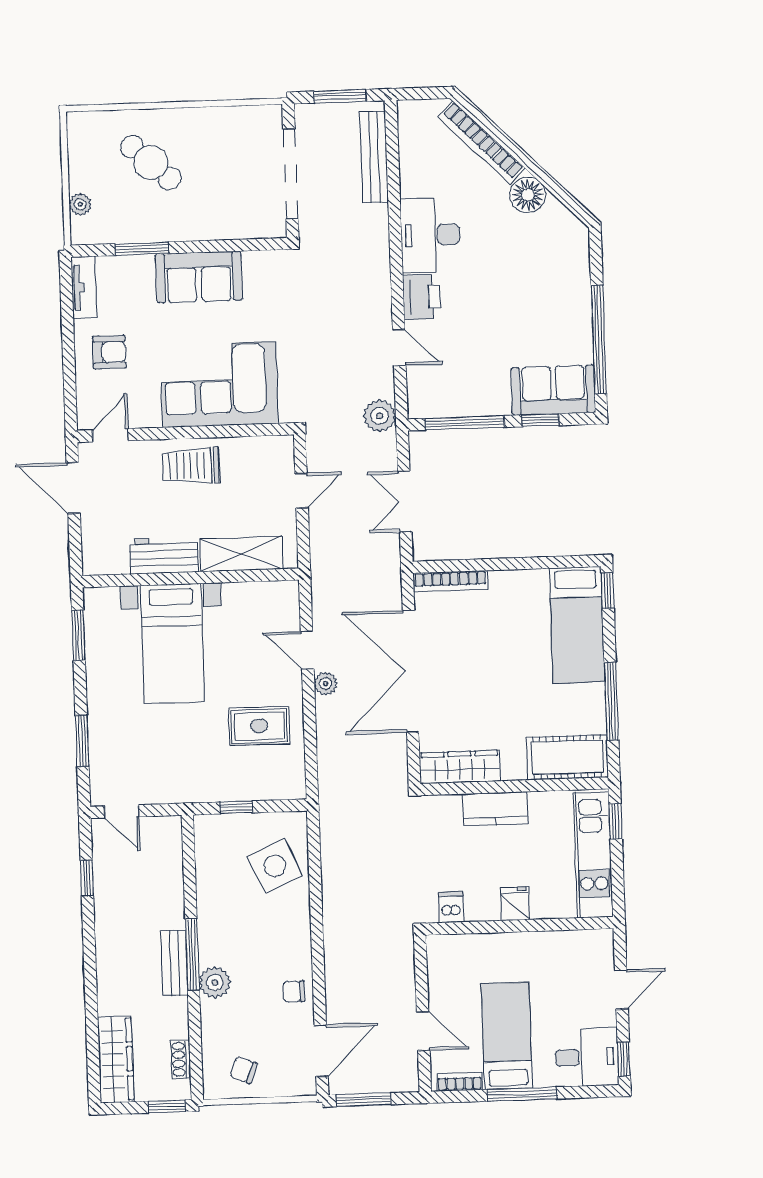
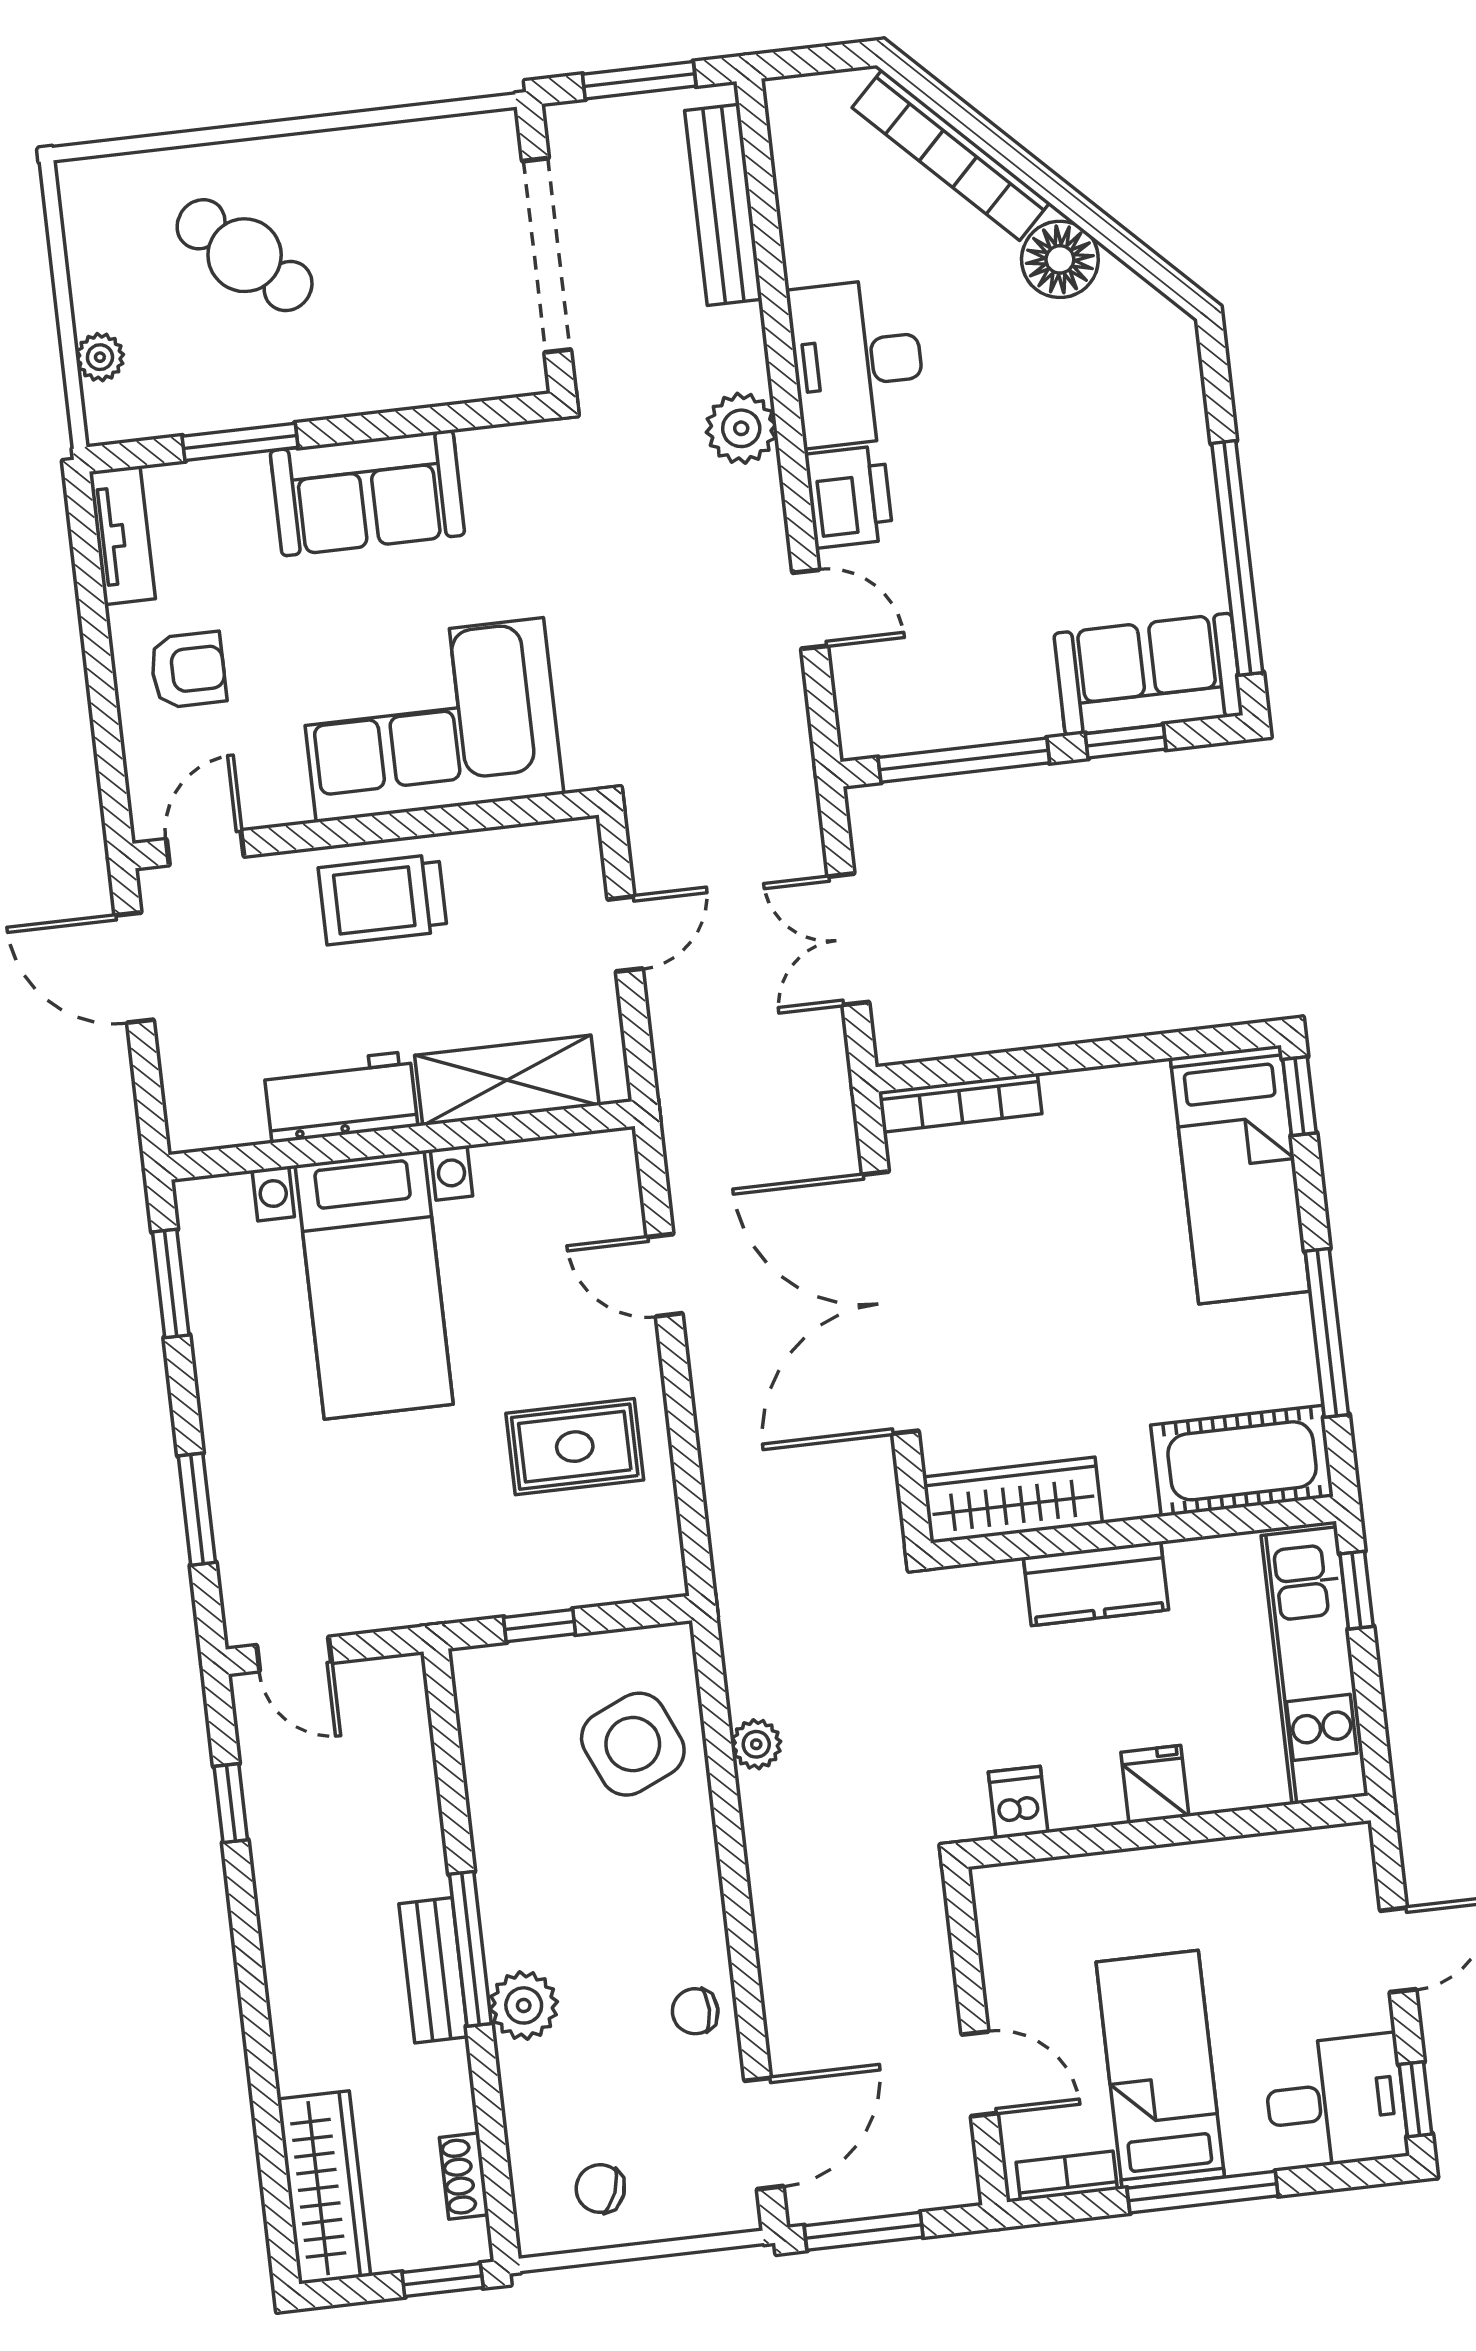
plant: (380, 416) -> (741, 428), moved
plant: (326, 684) -> (756, 1744), moved

